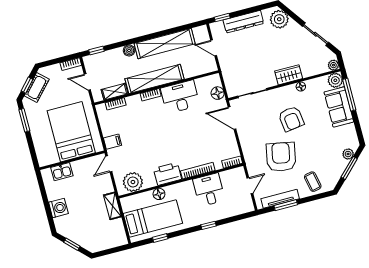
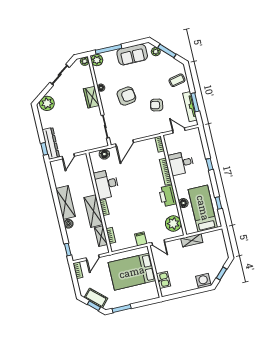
dresser: (243, 22) -> (51, 143), moved
shelving: (165, 44) -> (65, 202), width x0.68
shelving: (155, 79) -> (93, 211), width x0.68
sofa: (339, 107) -> (132, 55), moved
armchair: (281, 157) -> (157, 105), width x0.53, depth x0.53
washing machine: (58, 208) -> (203, 281), moved

